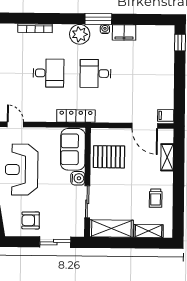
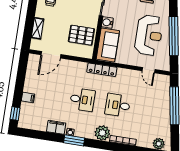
plant: (80, 34) -> (102, 133), moved
filing cabinet: (166, 115) -> (28, 97), moved
door: (145, 126) -> (51, 55), swing flipped

